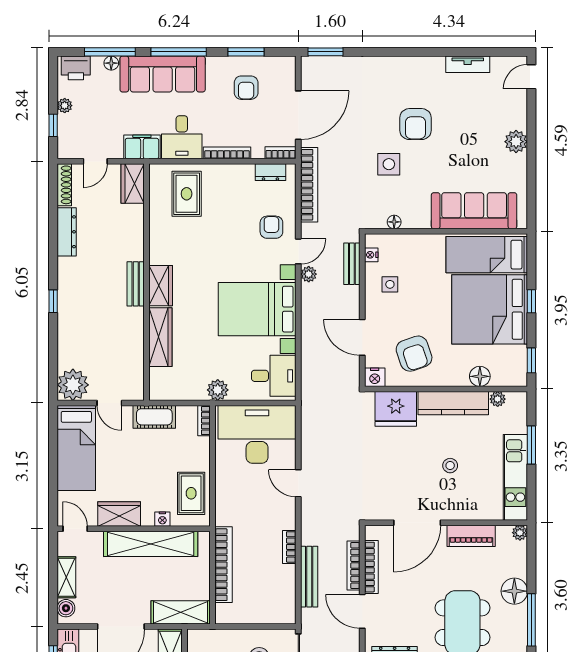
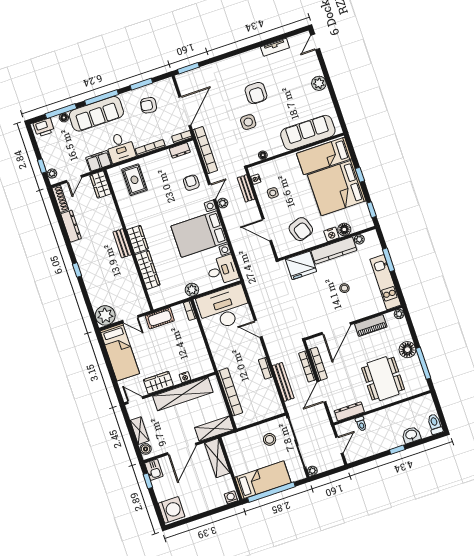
armchair: (246, 88) -> (149, 105), turned 99
plant: (65, 106) -> (52, 174), moved
nightstand: (375, 377) -> (331, 234), moved
rug: (191, 493) -> (197, 356), removed
door: (362, 611) -> (321, 392), hinge flipped

